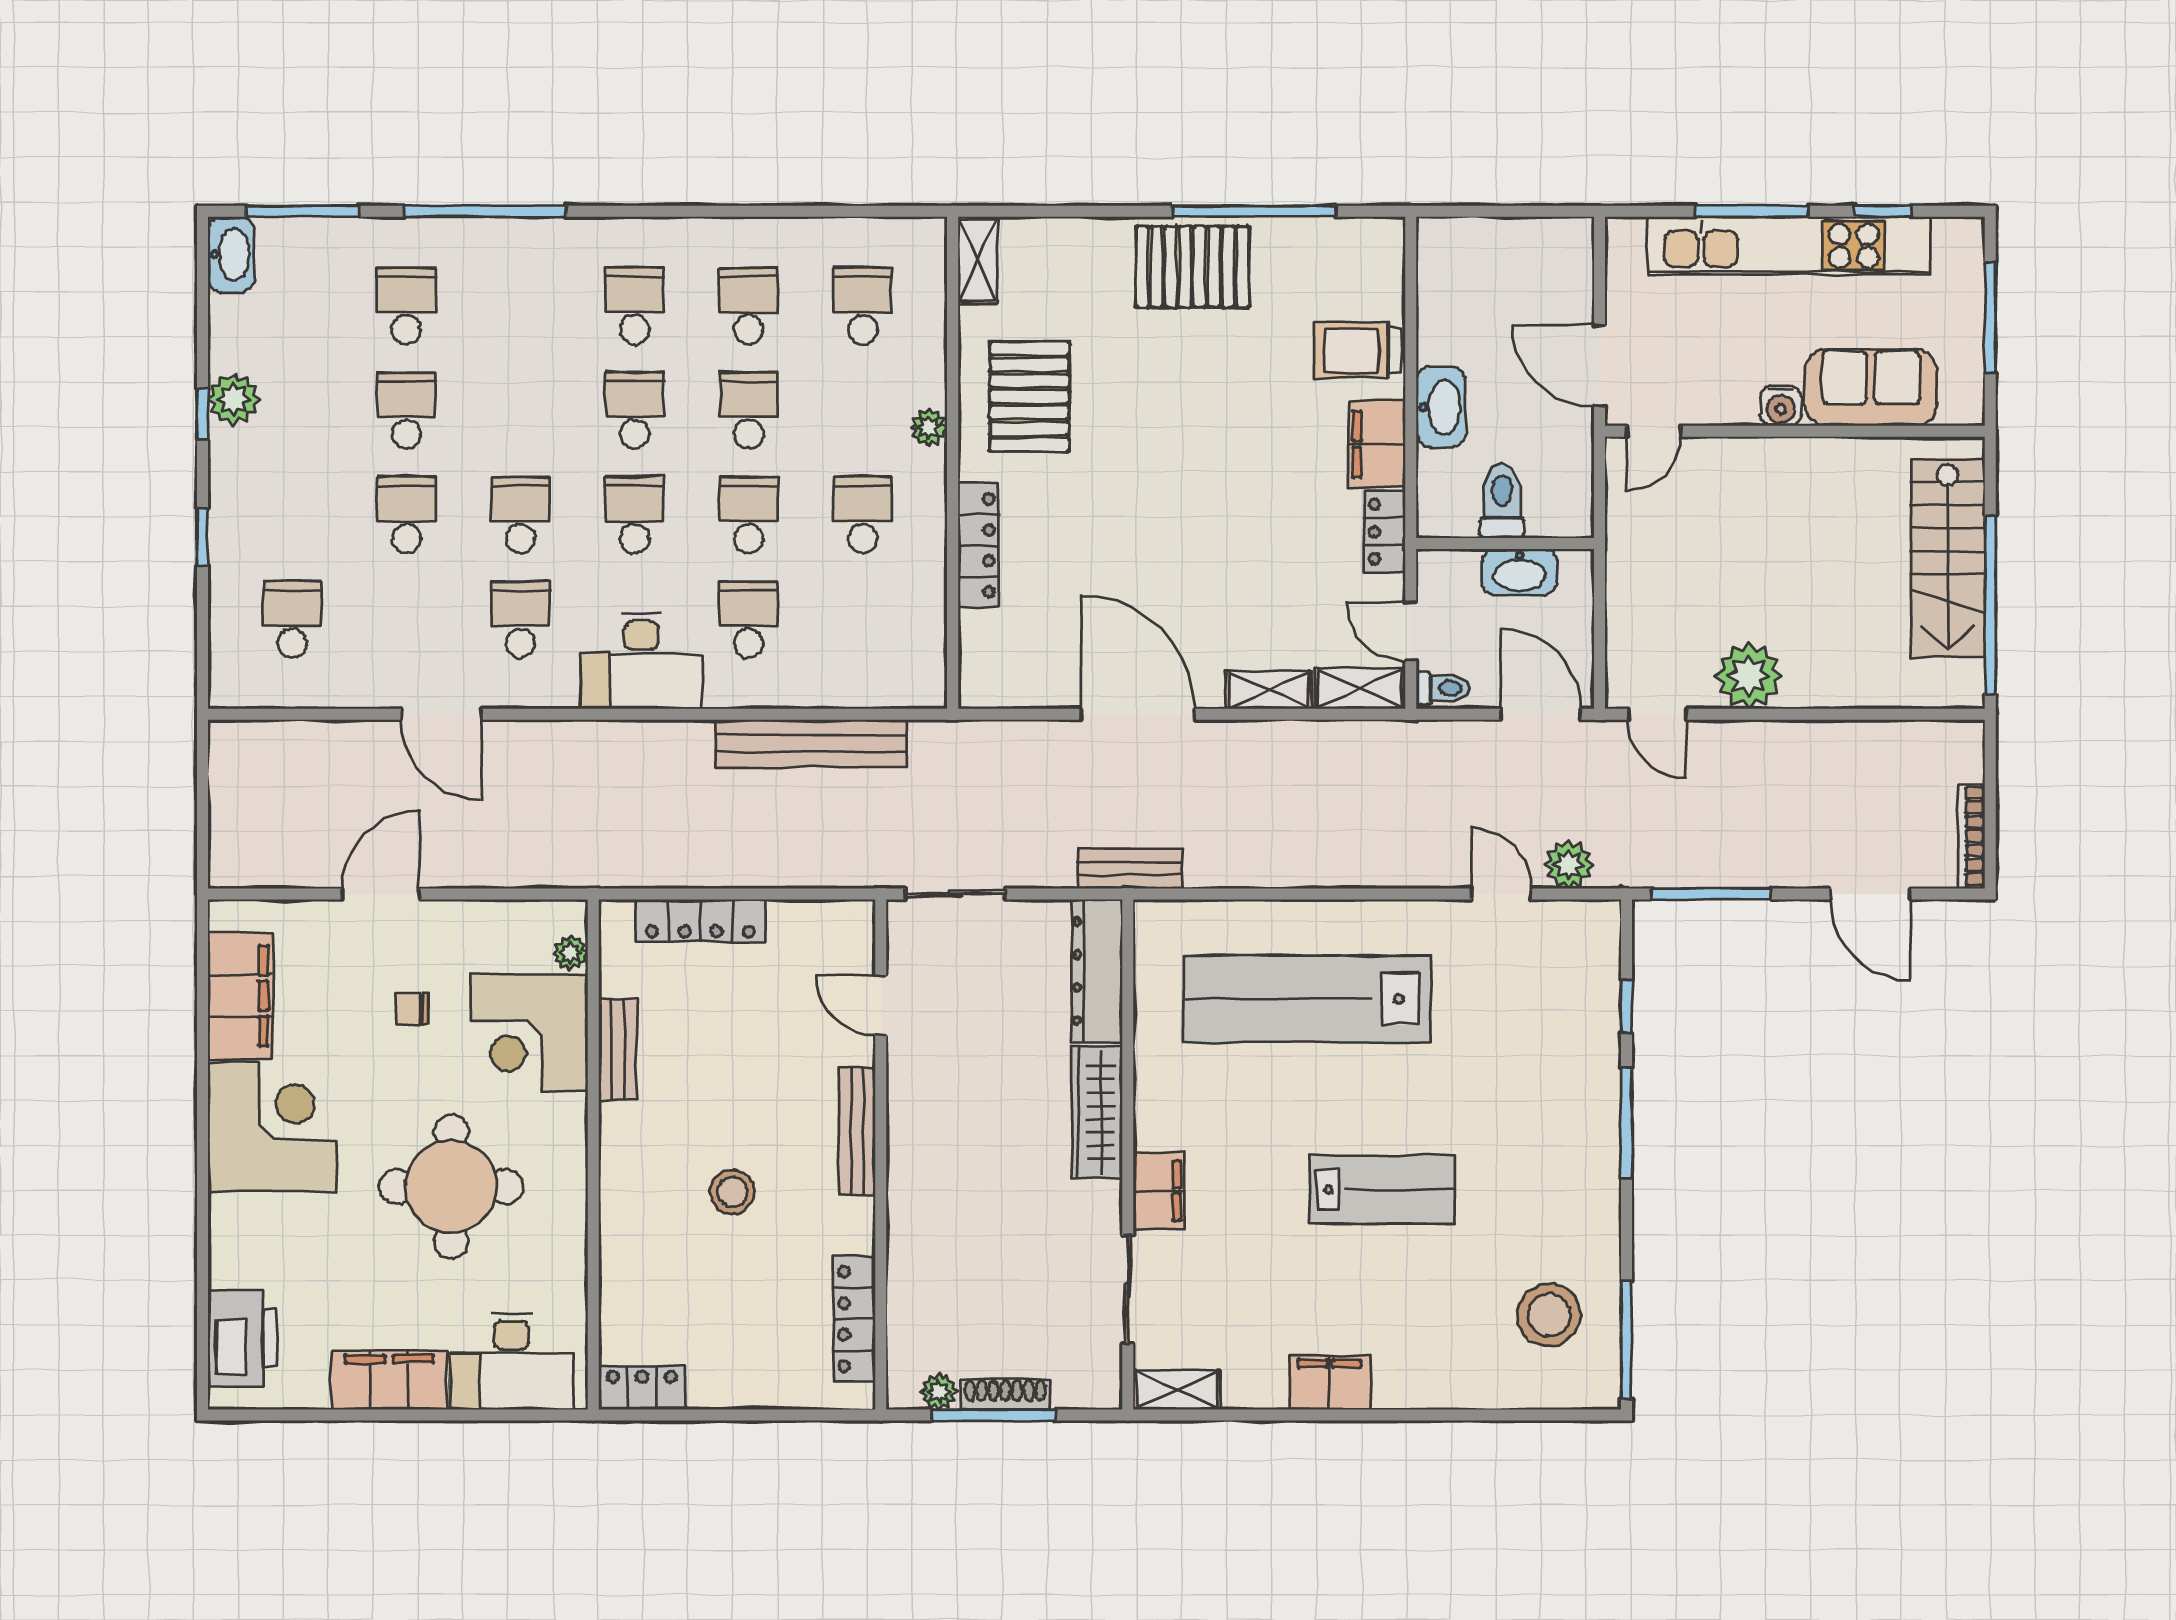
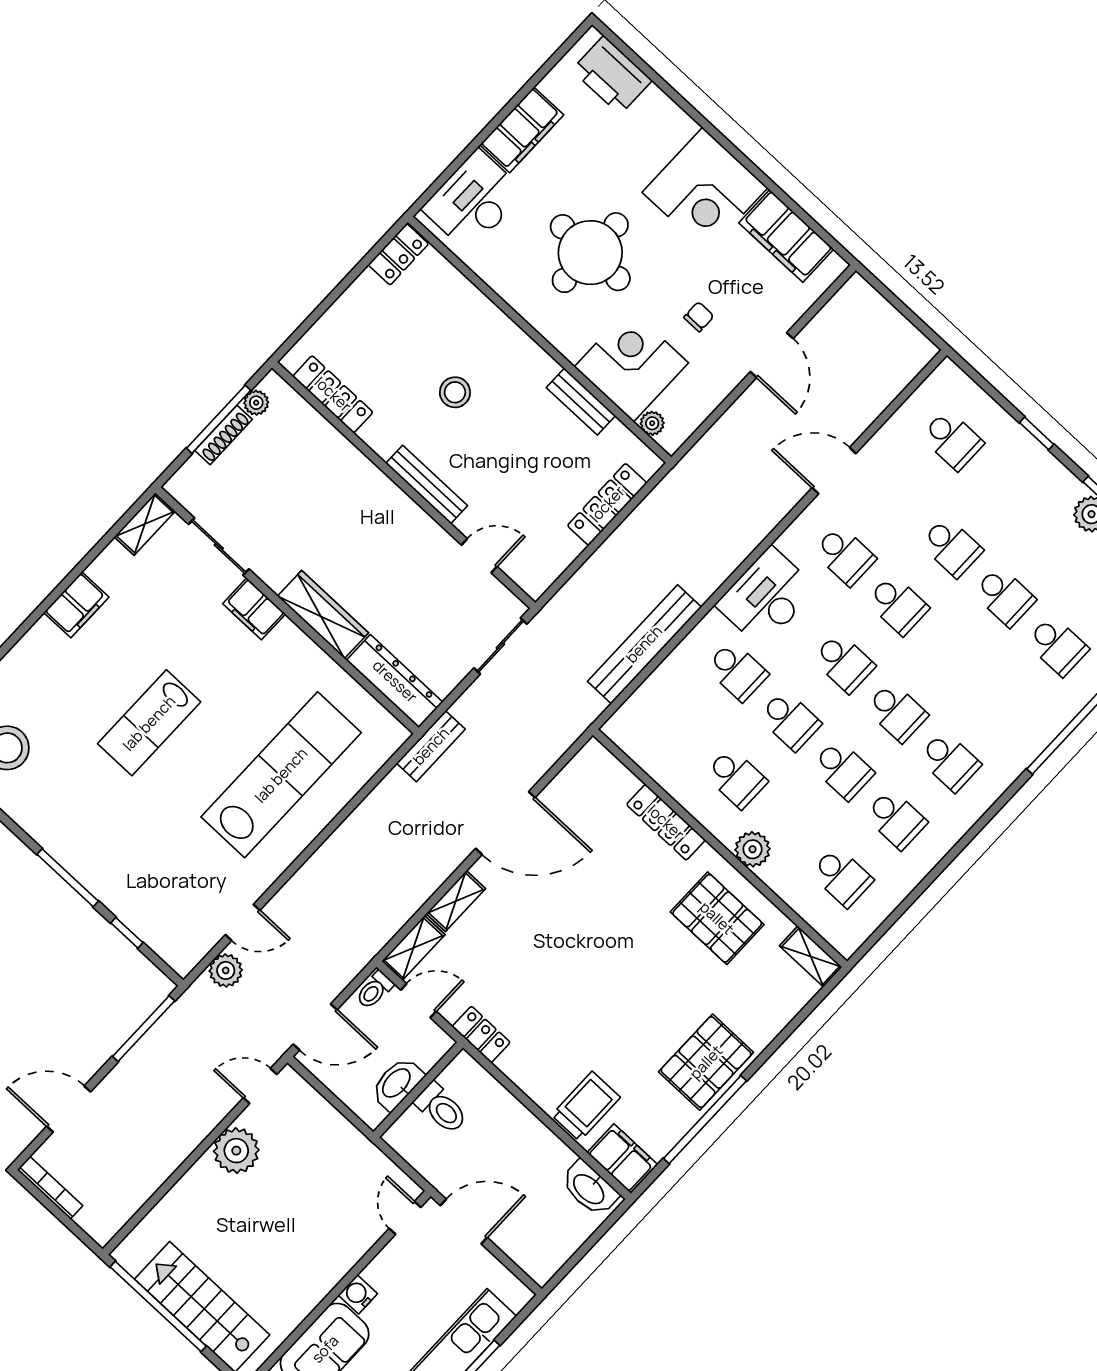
washbasin: (1441, 407) -> (589, 1188), moved
plant: (929, 427) -> (753, 849), width x1.38, depth x1.38
filing cabinet: (1377, 444) -> (622, 1158), moved

